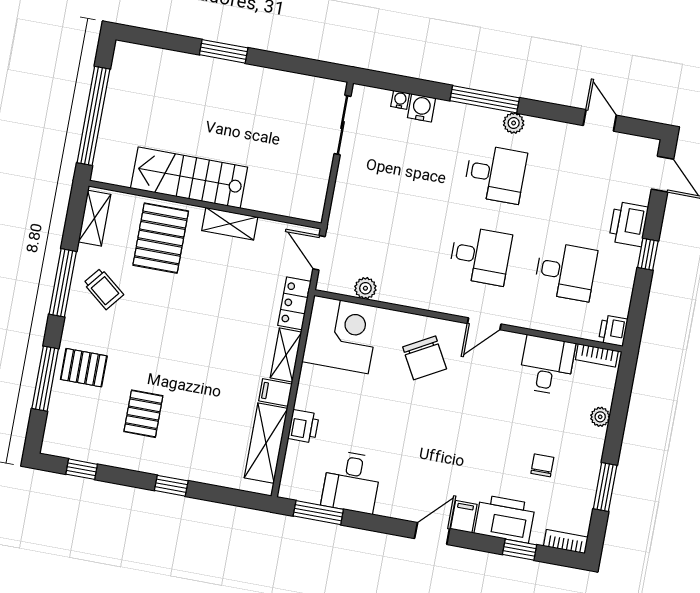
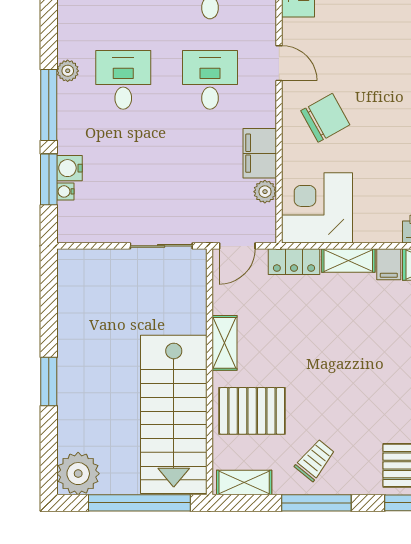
plant: (132, 63) -> (78, 474), added
window: (414, 86) -> (49, 179), added
sliding door: (342, 125) -> (161, 246), moved
stairs: (189, 178) -> (174, 414), width x1.36, depth x1.51
filing cabinet: (403, 290) -> (260, 153), added

